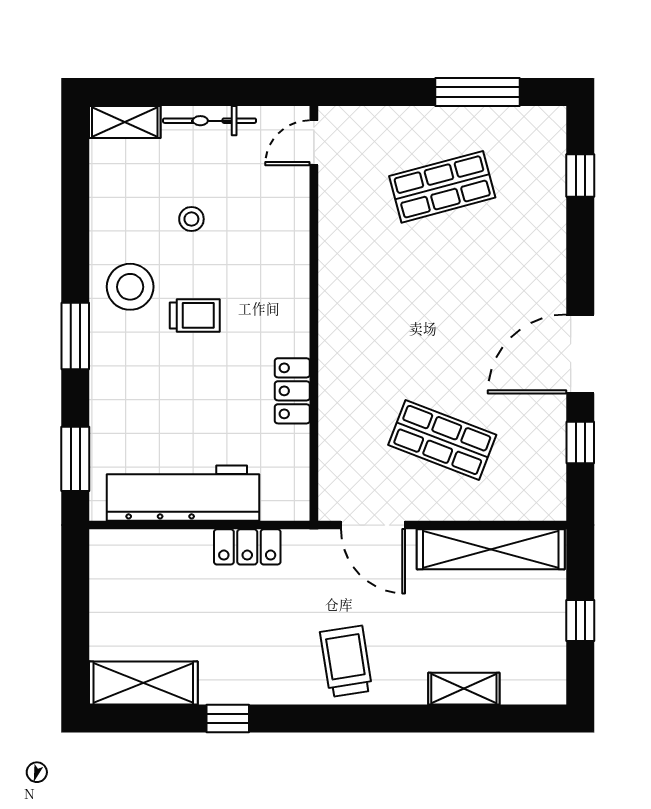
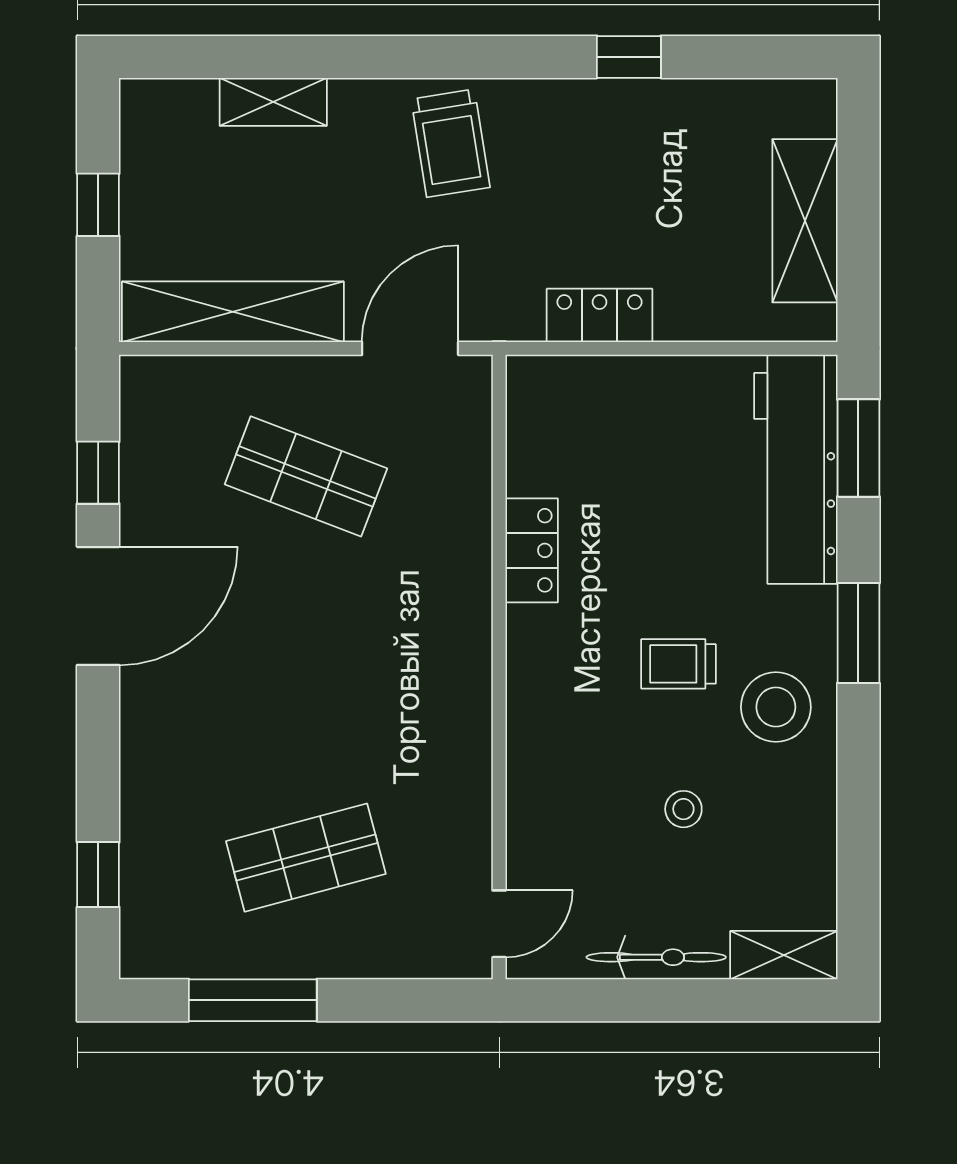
workbench: (183, 493) -> (796, 469), moved, turned 90
door: (373, 525) -> (410, 348), hinge flipped
shelving: (143, 683) -> (805, 221), moved, turned 90

